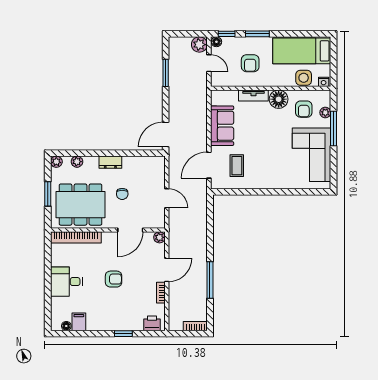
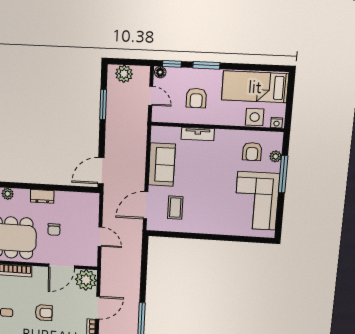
plant: (199, 45) -> (124, 74), moved
floor lamp: (279, 99) -> (225, 139), removed
plant: (159, 237) -> (86, 280), width x1.88, depth x1.88

